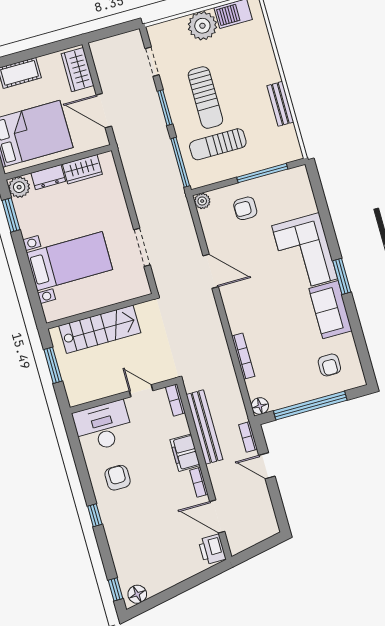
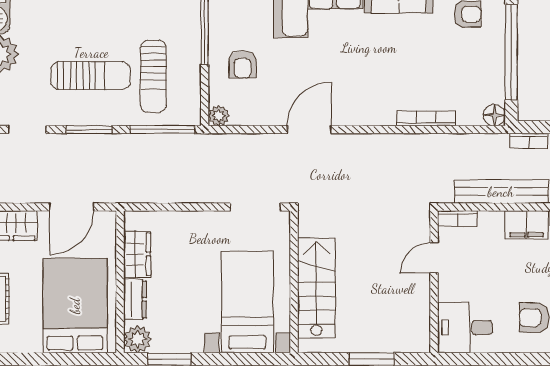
wall: (100, 311) -> (294, 282), moved
stairs: (100, 329) -> (316, 288), moved
desk: (103, 426) -> (465, 328), width x0.73

